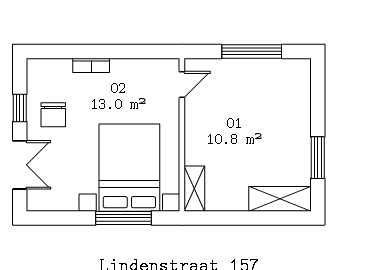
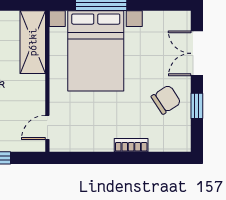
chair: (53, 115) -> (166, 100), turned 57
shelving: (194, 189) -> (33, 42), width x1.50, depth x1.33

